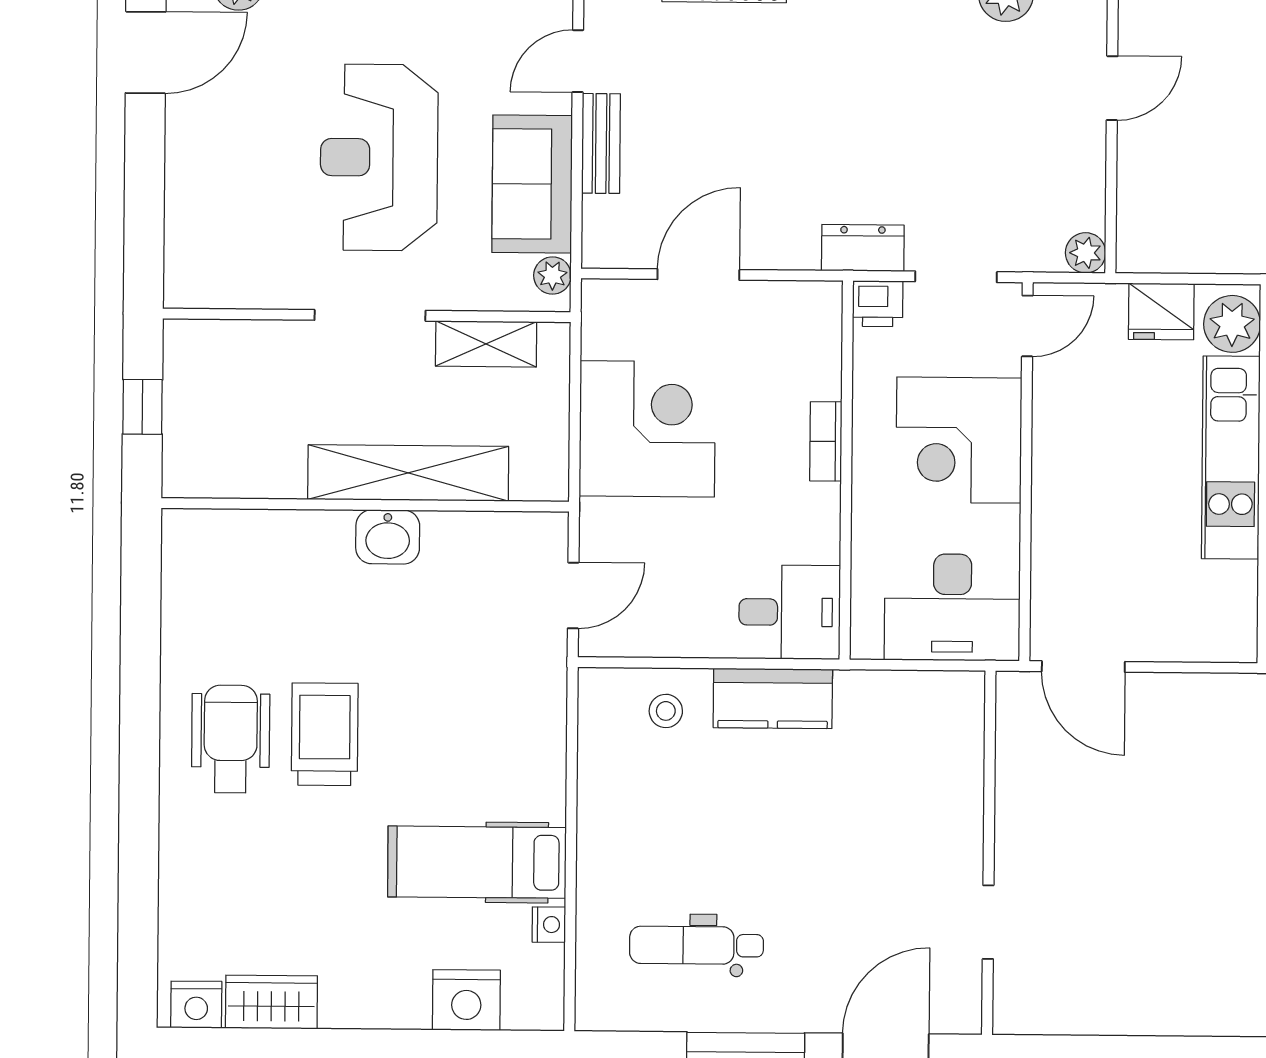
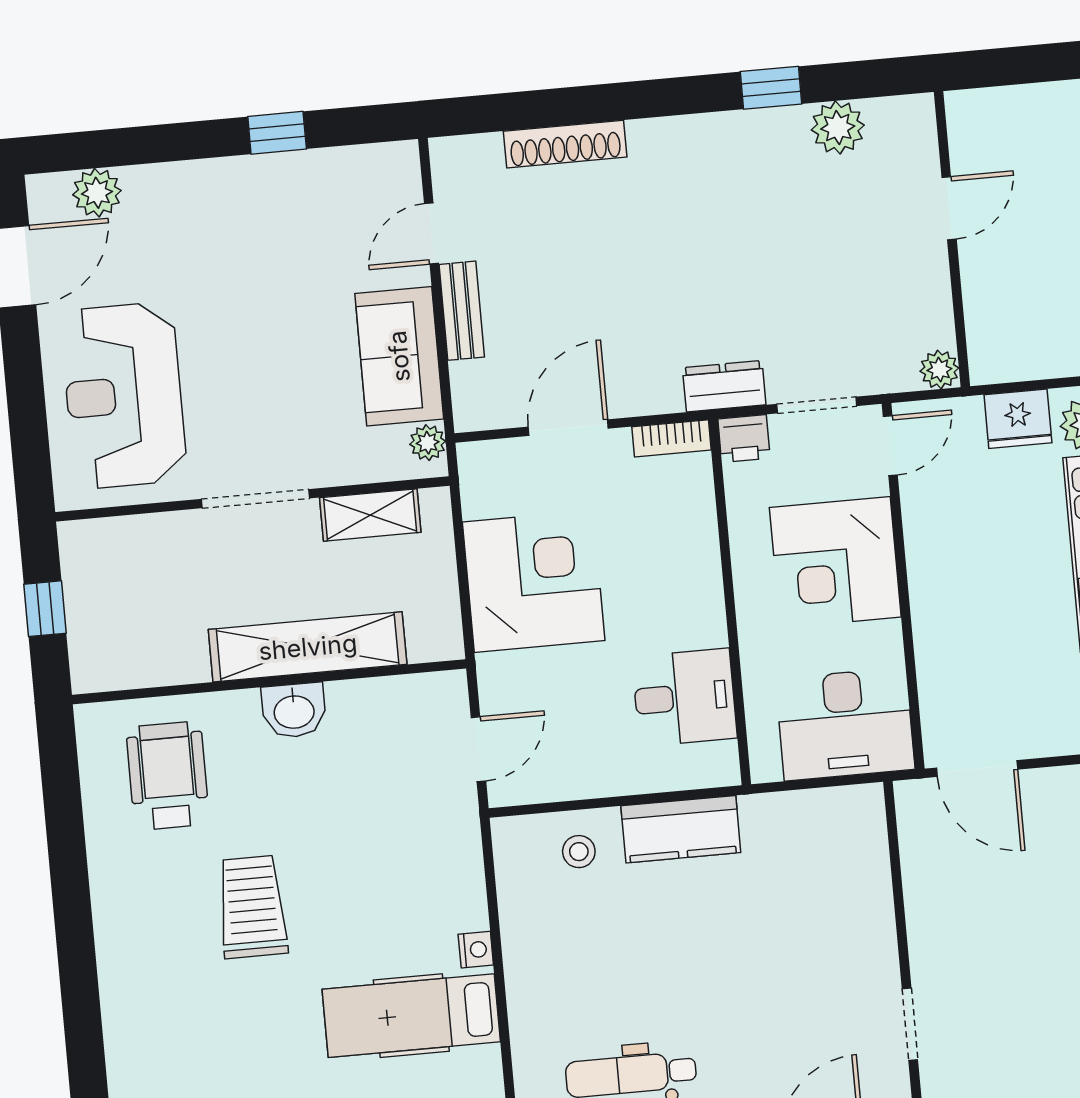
reception desk: (379, 157) -> (124, 395), moved
bookcase: (826, 441) -> (672, 438), moved, turned -90
desk: (790, 612) -> (684, 697), moved
wheelchair: (231, 739) -> (168, 776), moved
nightstand: (549, 925) -> (476, 950), moved

